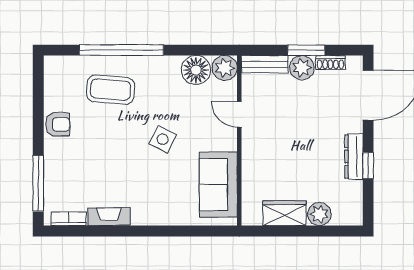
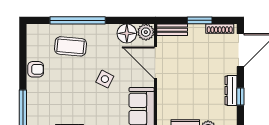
shoe rack: (330, 63) -> (220, 29), width x1.43
plant: (302, 68) -> (197, 32), removed
door: (239, 114) -> (155, 63), width x1.88

